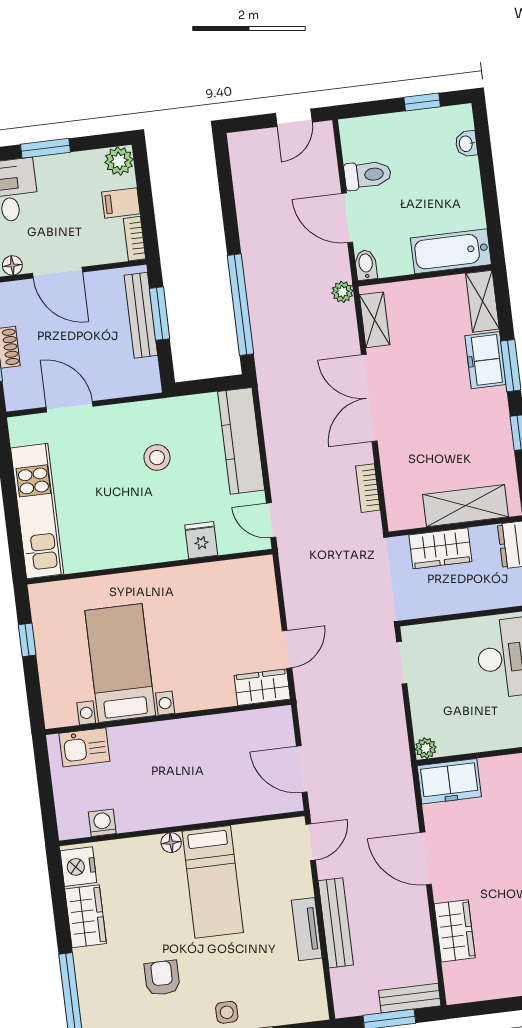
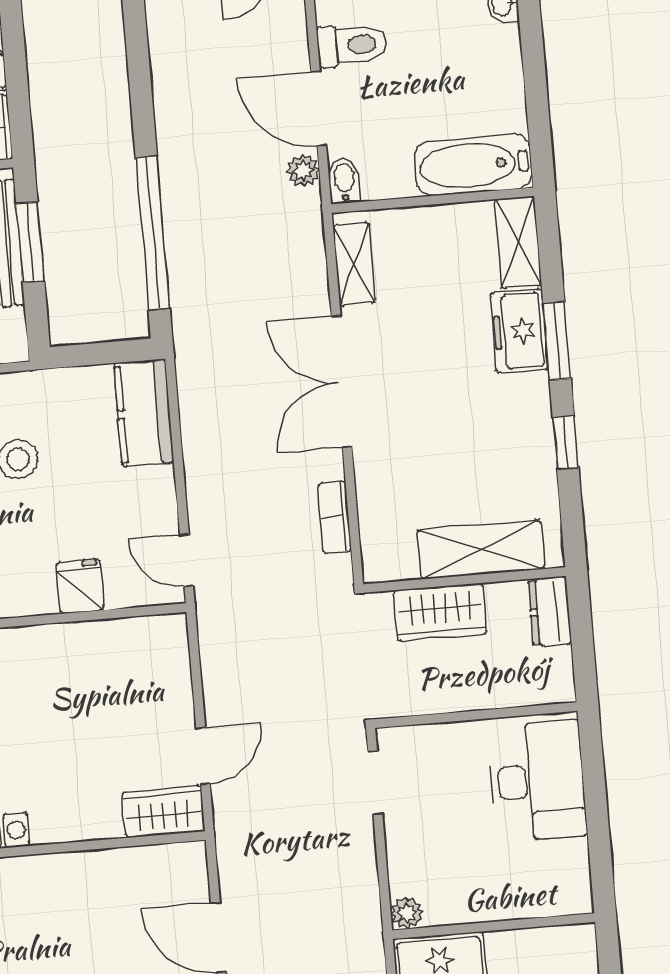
plant: (342, 292) -> (303, 171), moved
kitchen counter: (241, 441) -> (144, 413), width x0.67

